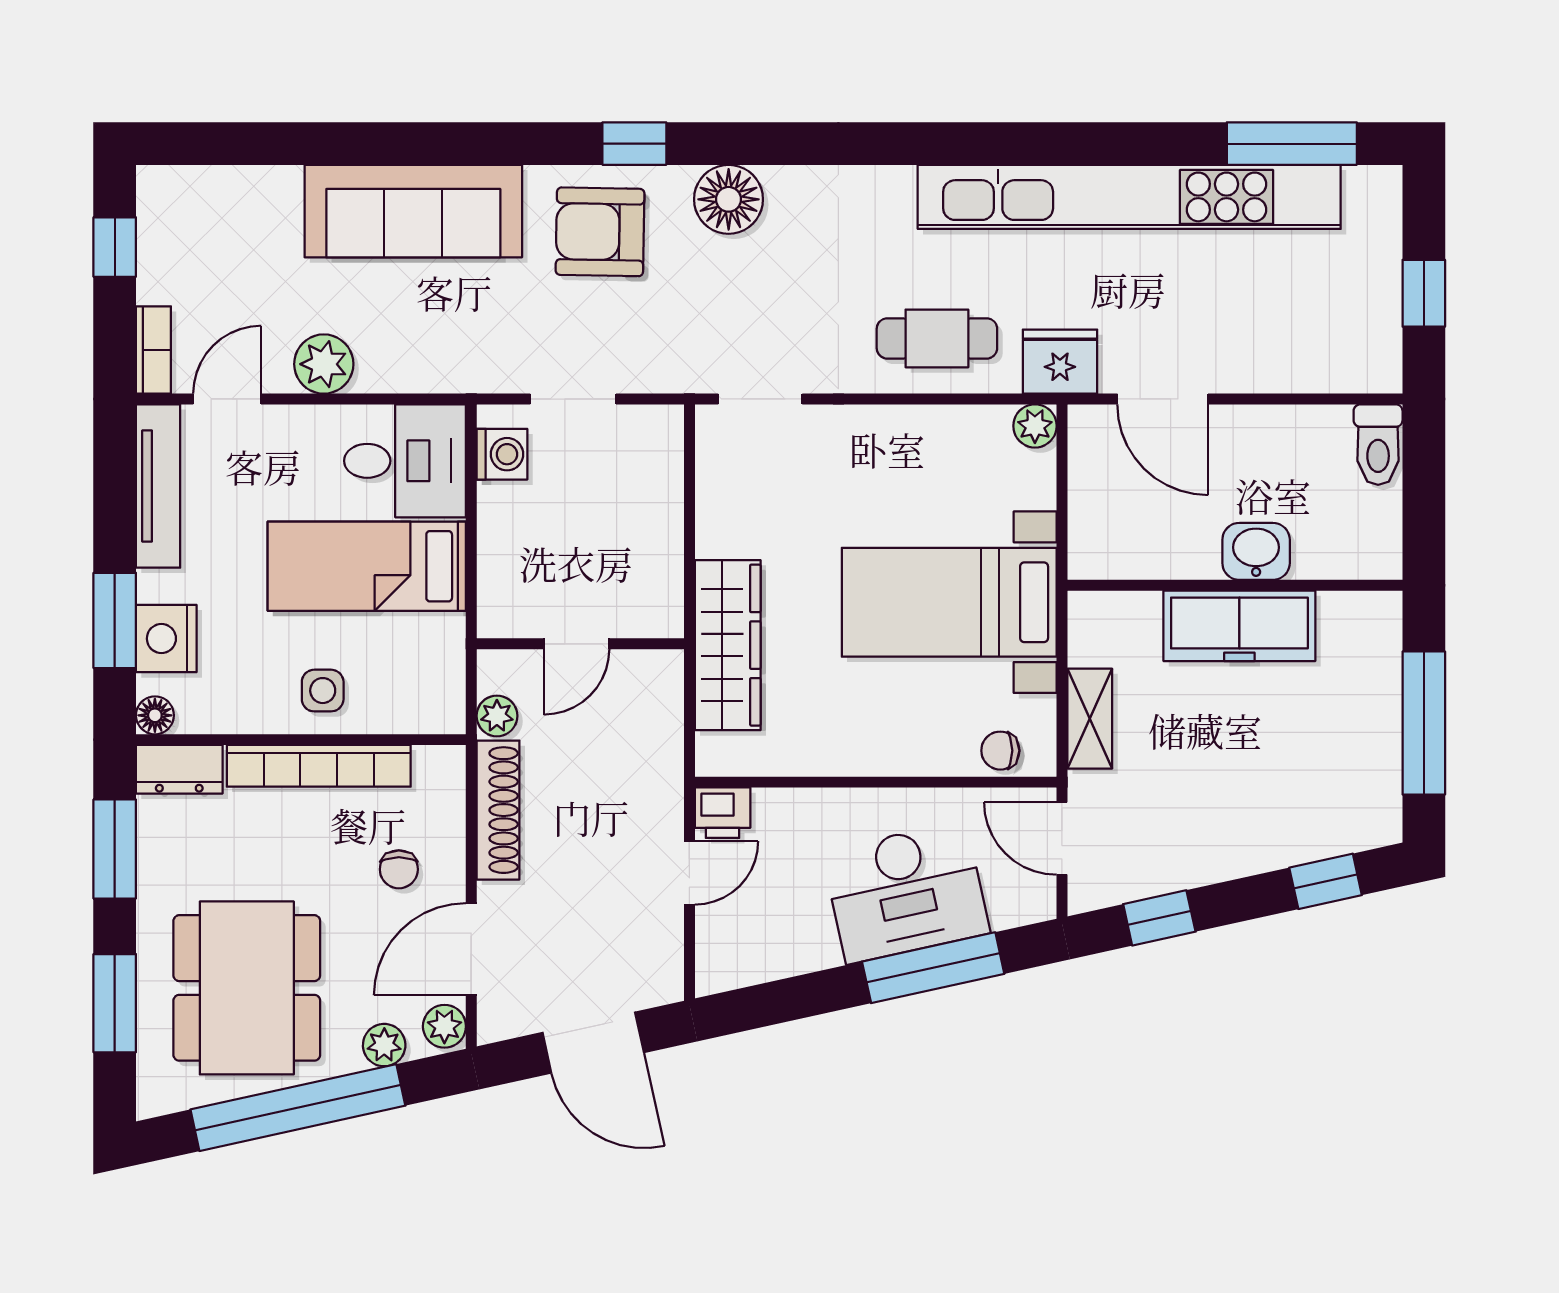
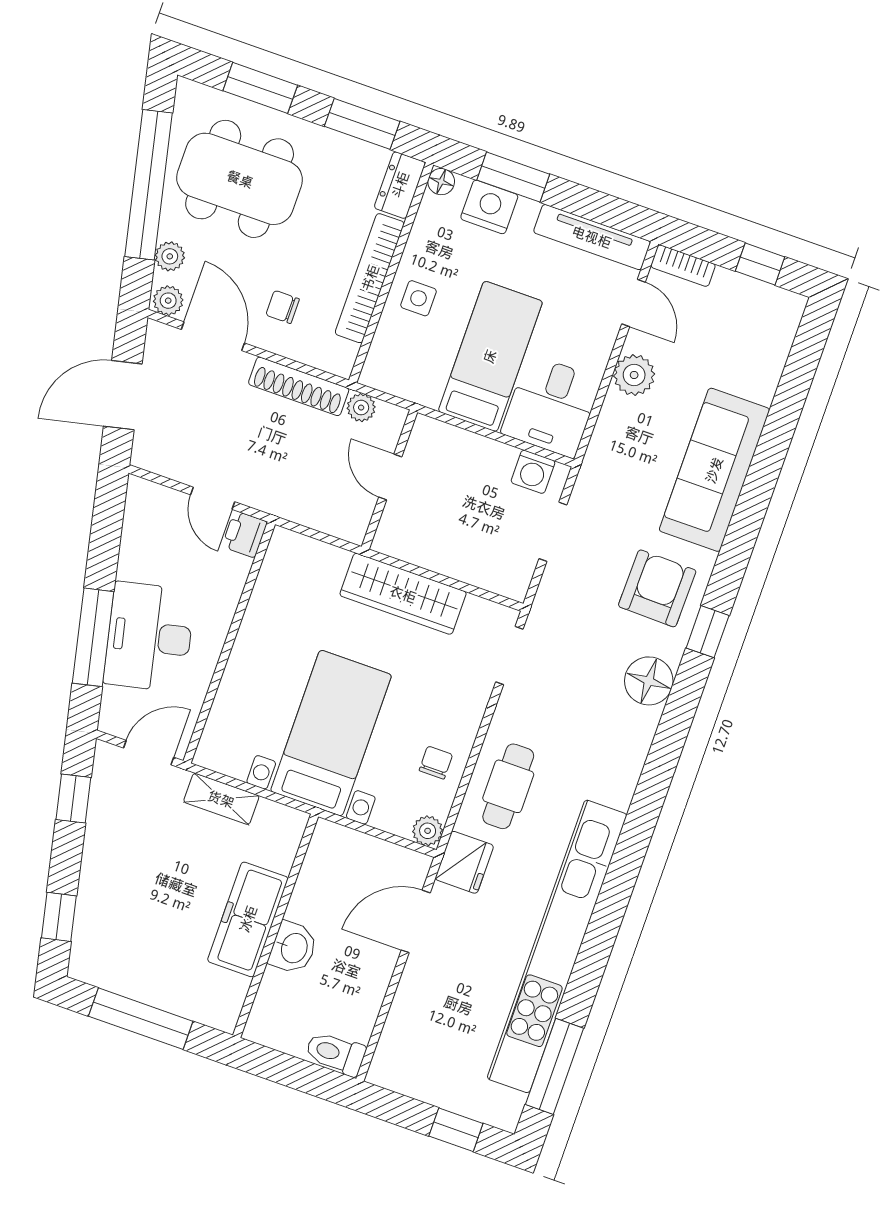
window: (1424, 293) -> (456, 1130), moved
wardrobe: (728, 645) -> (403, 594), moved
chair: (1000, 751) -> (436, 763), moved

